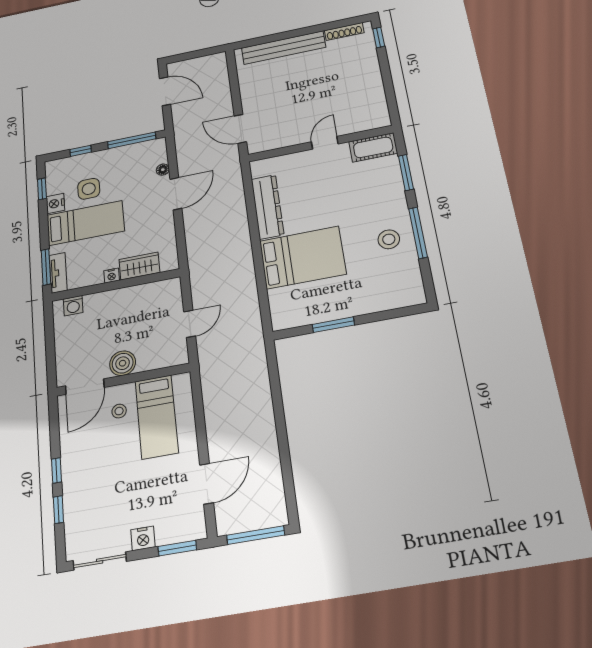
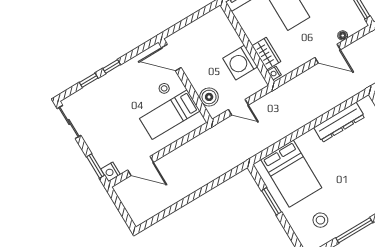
stool: (389, 239) -> (320, 220), moved
bed: (303, 258) -> (291, 174), moved
nightstand: (112, 276) -> (274, 73), moved
washing machine: (73, 306) -> (240, 63), moved, width x1.89, depth x1.89
boiler: (123, 363) -> (209, 97), moved
window: (256, 535) -> (122, 210), removed
nightstand: (143, 538) -> (111, 172), moved

